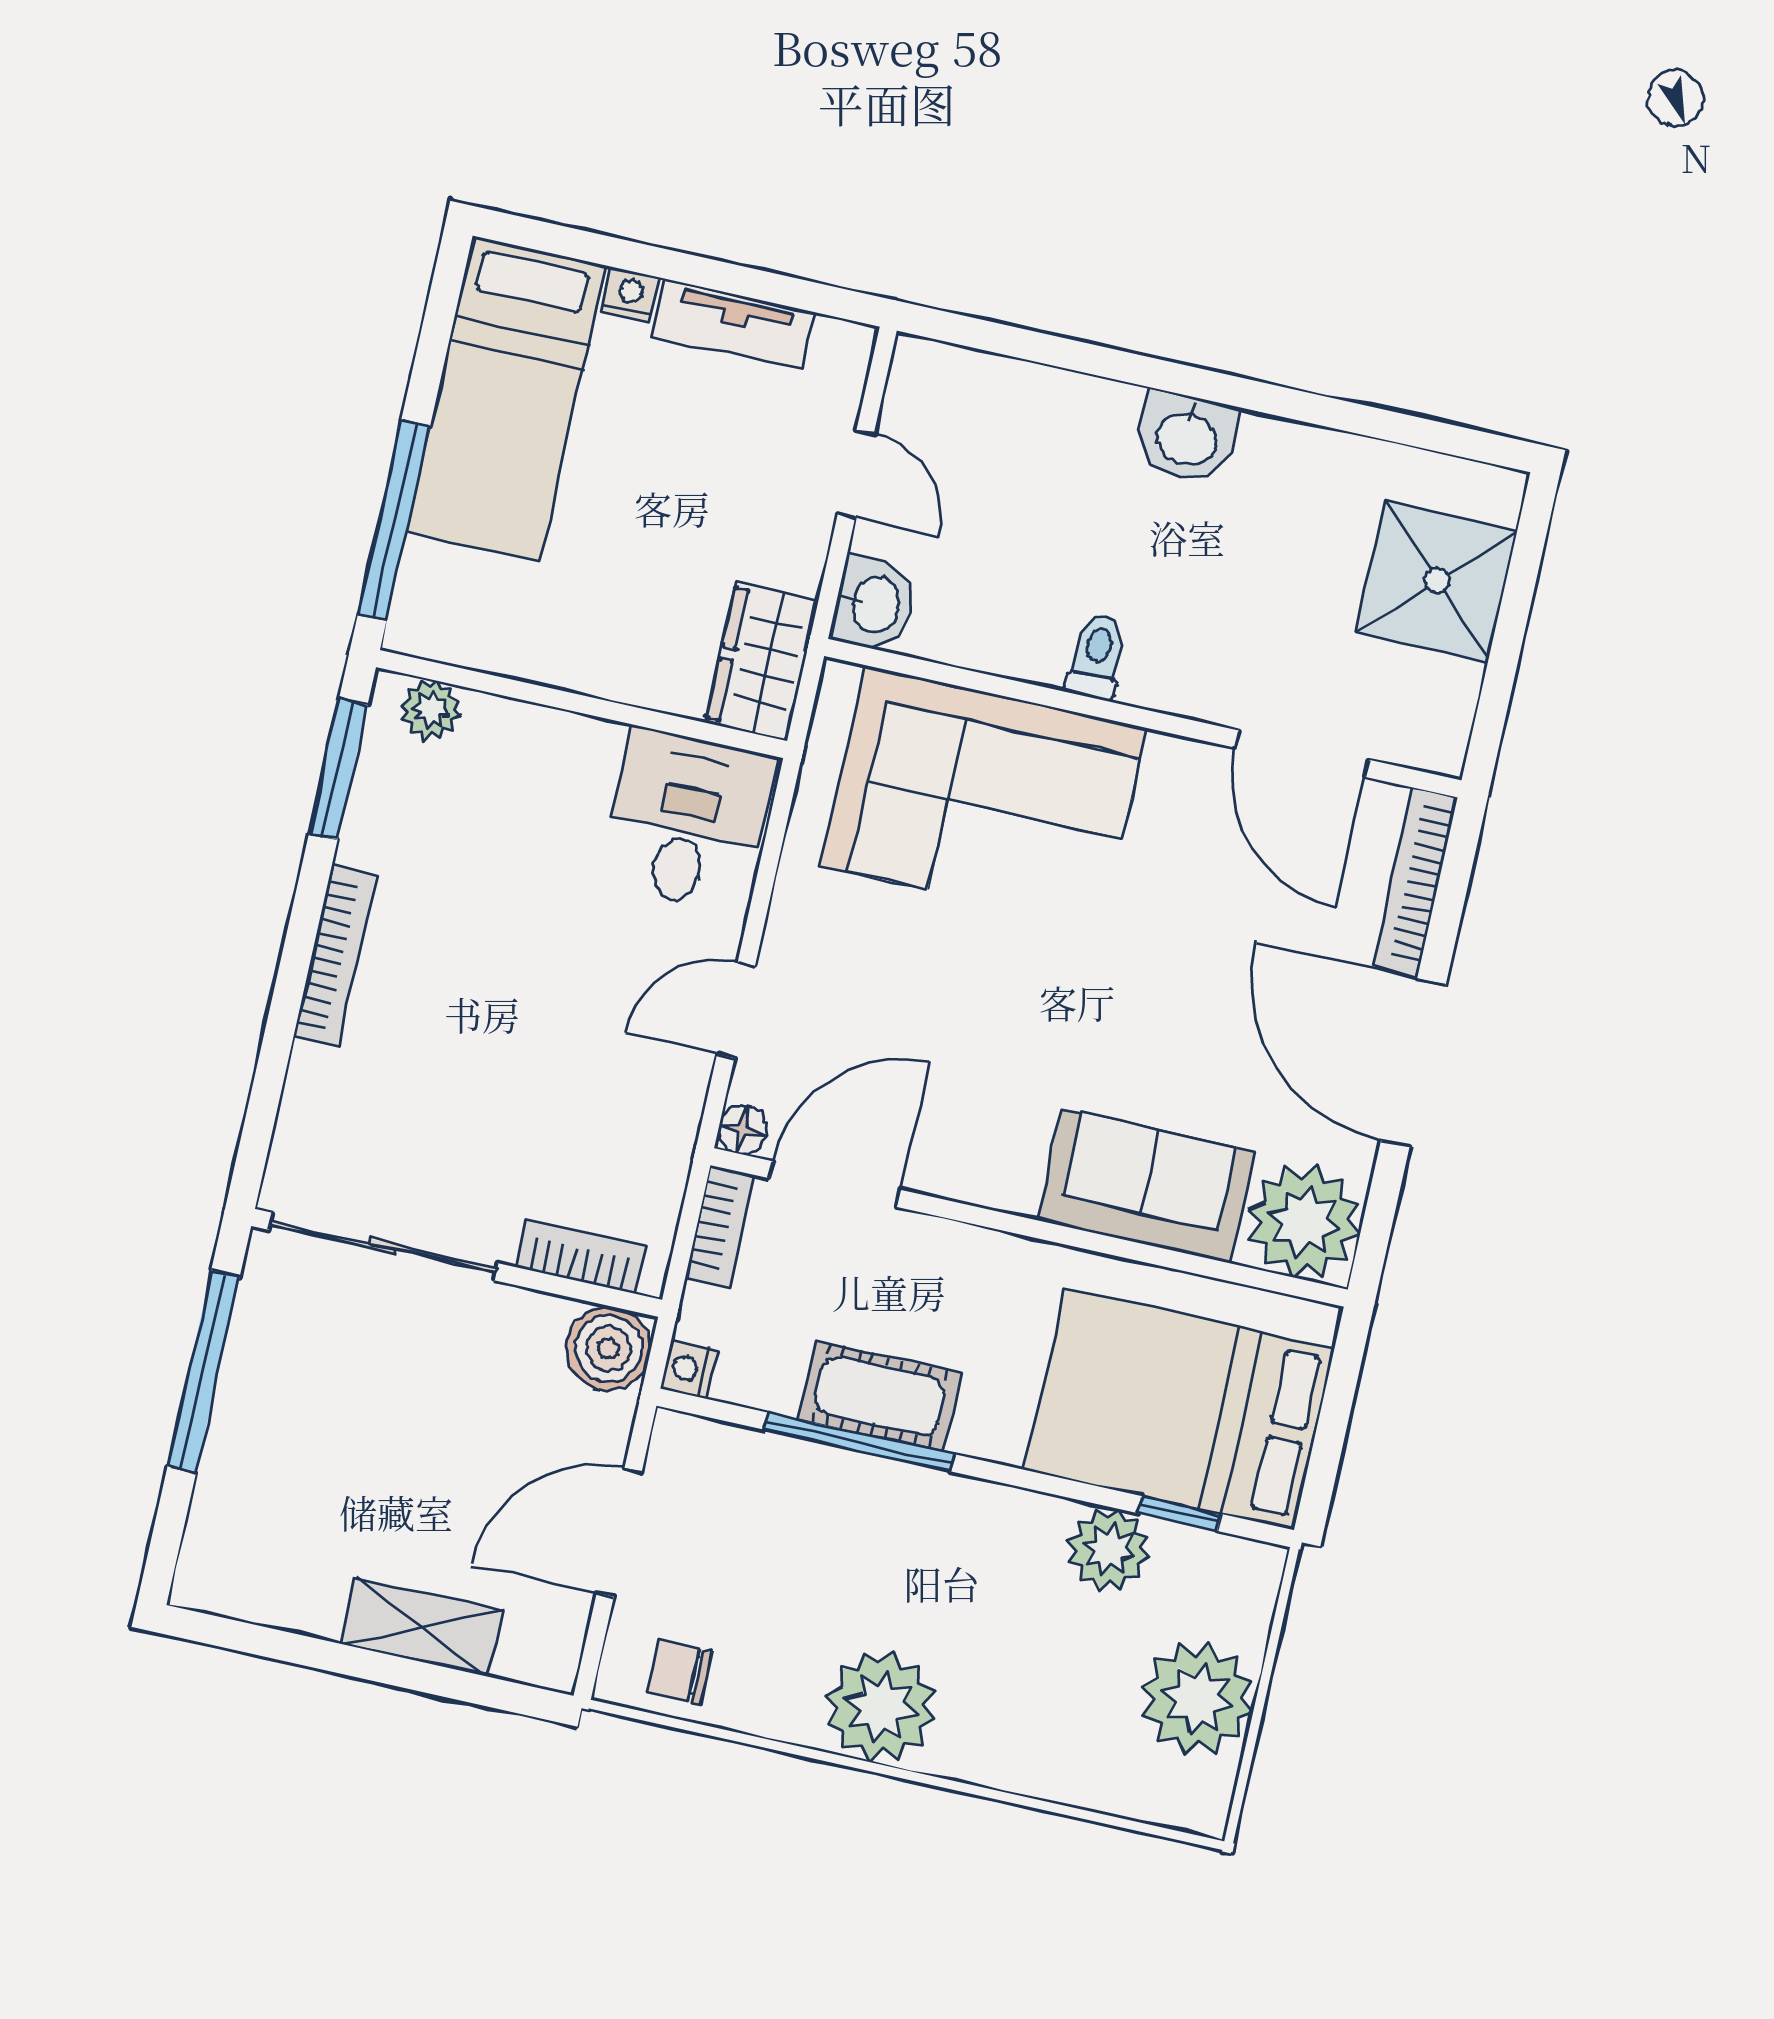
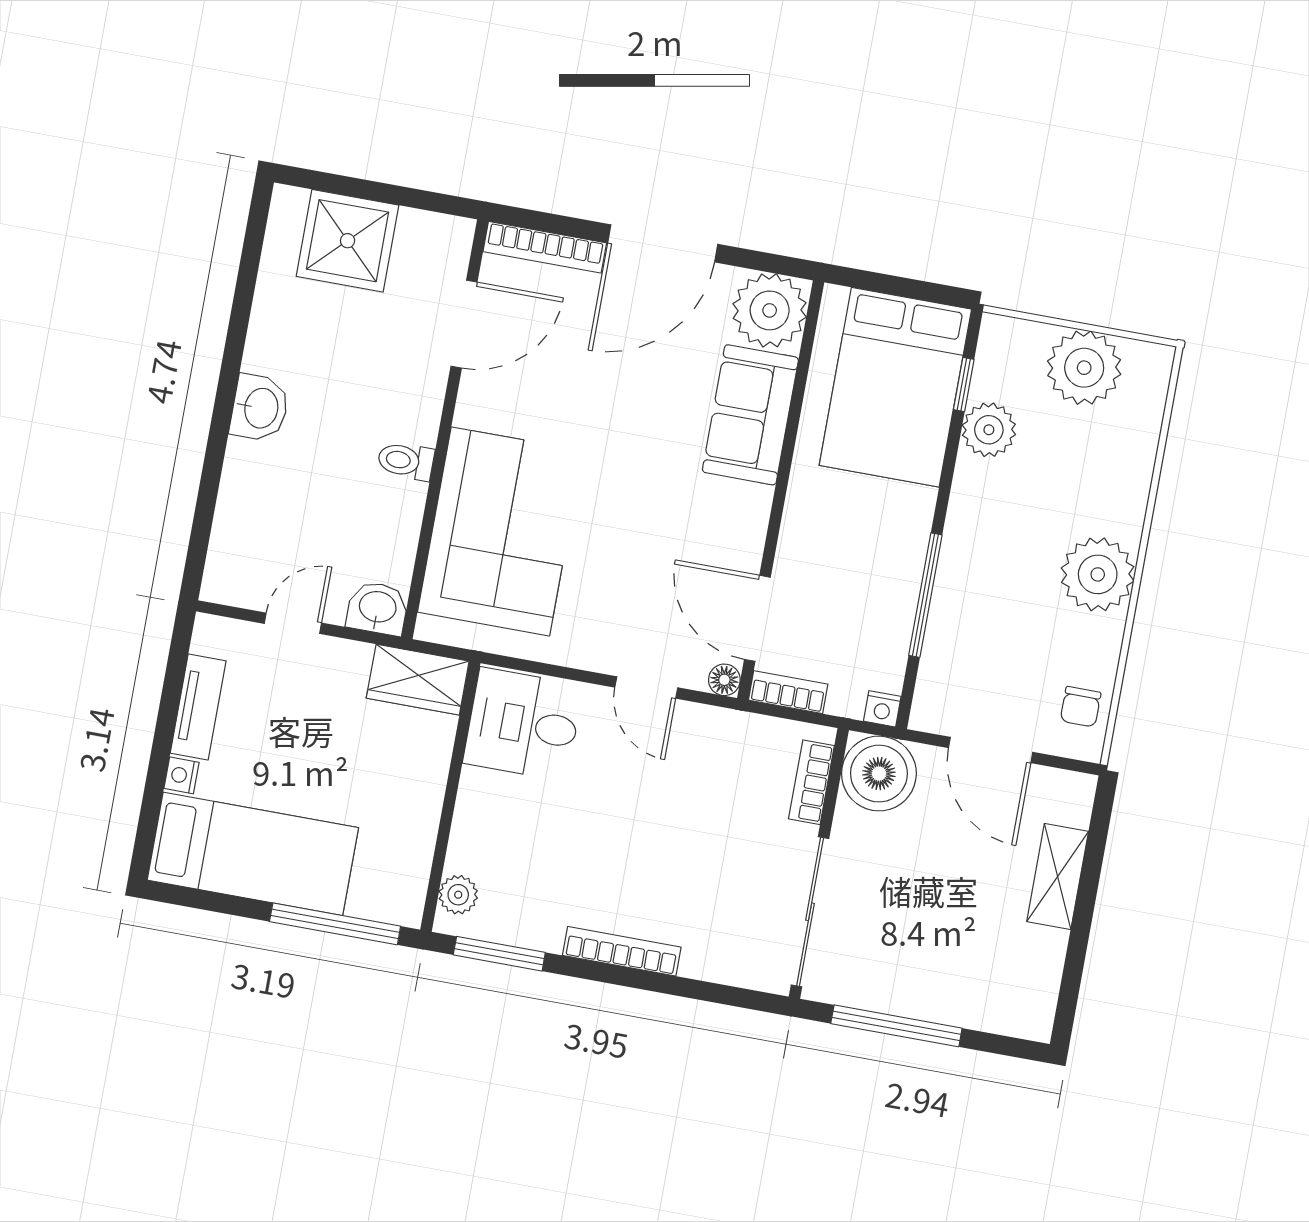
boiler: (608, 1349) -> (879, 774), width x1.37, depth x1.37
cot: (880, 1396) -> (895, 584), removed

